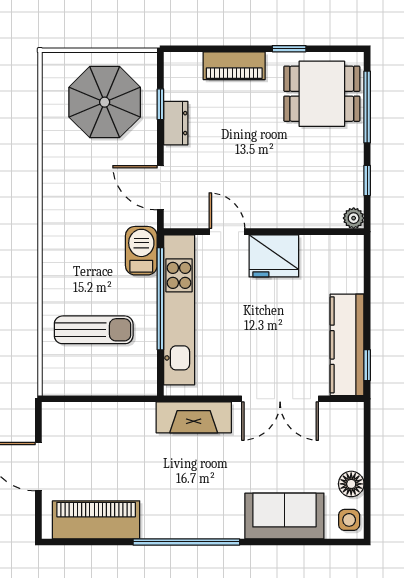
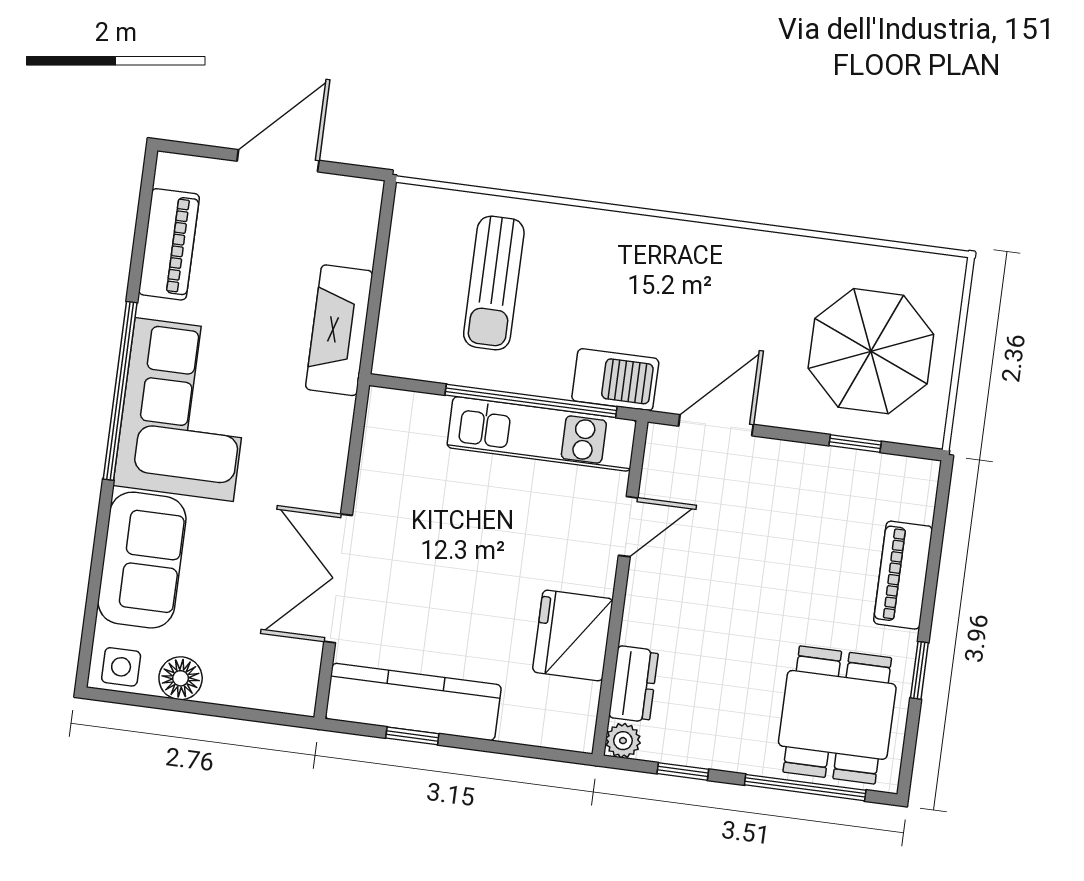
dresser: (176, 123) -> (633, 684), moved, turned -90
fridge: (274, 256) -> (573, 635), moved
kitchen unit: (179, 310) -> (542, 434), width x0.73
window: (367, 365) -> (412, 736), moved
fireplace: (194, 417) -> (339, 330), moved
corner sofa: (192, 503) -> (184, 409), added
piano: (96, 520) -> (169, 244), width x0.73, depth x0.75

